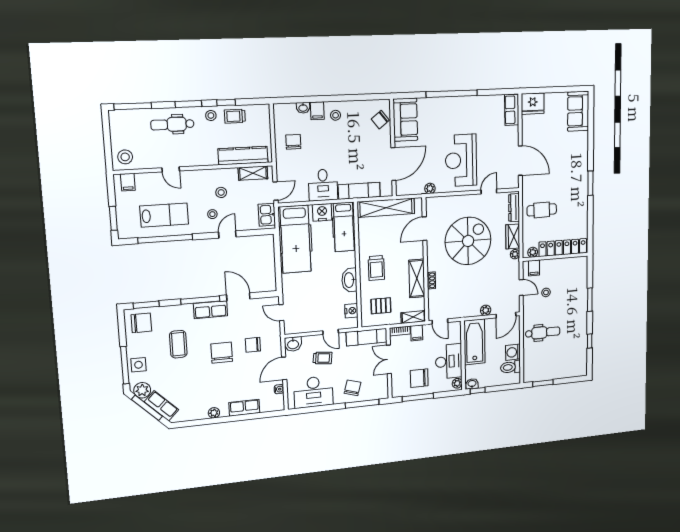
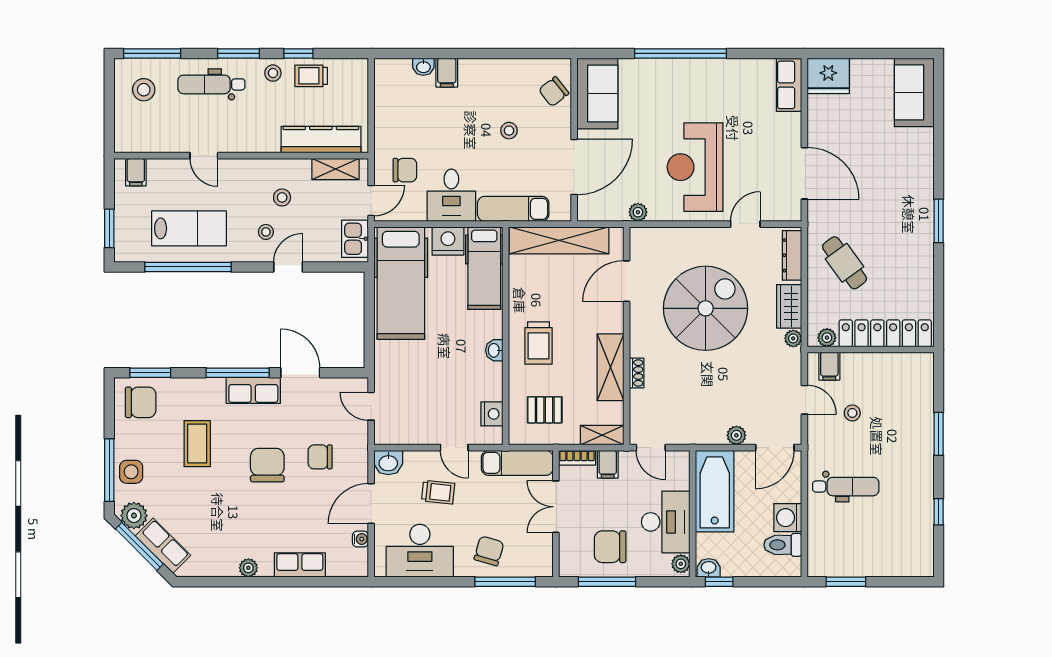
stool: (336, 115) -> (509, 131), moved
chair: (293, 142) -> (405, 170), moved, turned 90
stool: (125, 157) -> (144, 90), moved
cafe table: (542, 210) -> (845, 263), turned 55
washbasin: (349, 280) -> (494, 350), width x0.52, depth x0.69

